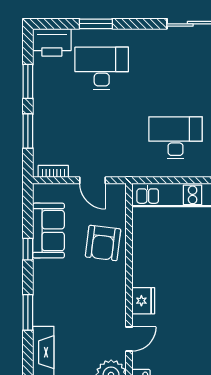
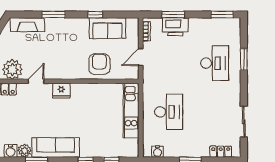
printer: (52, 42) -> (175, 27), moved, turned -90
window: (28, 81) -> (222, 15), moved
armchair: (103, 243) -> (99, 64), turned 83
door: (129, 339) -> (36, 81), swing flipped

